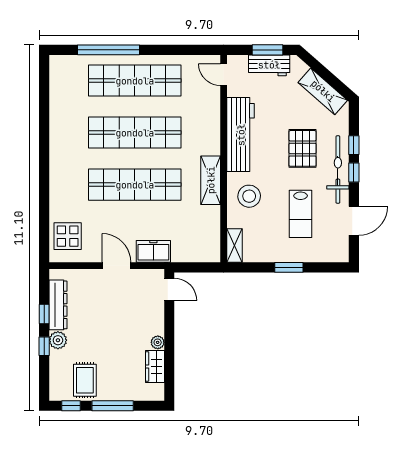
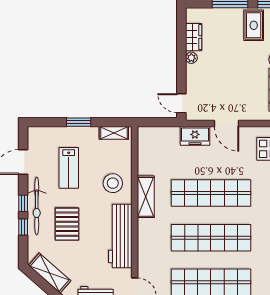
lab bench: (301, 214) -> (69, 168), turned 180
shelving: (235, 245) -> (114, 133), moved, turned 90

